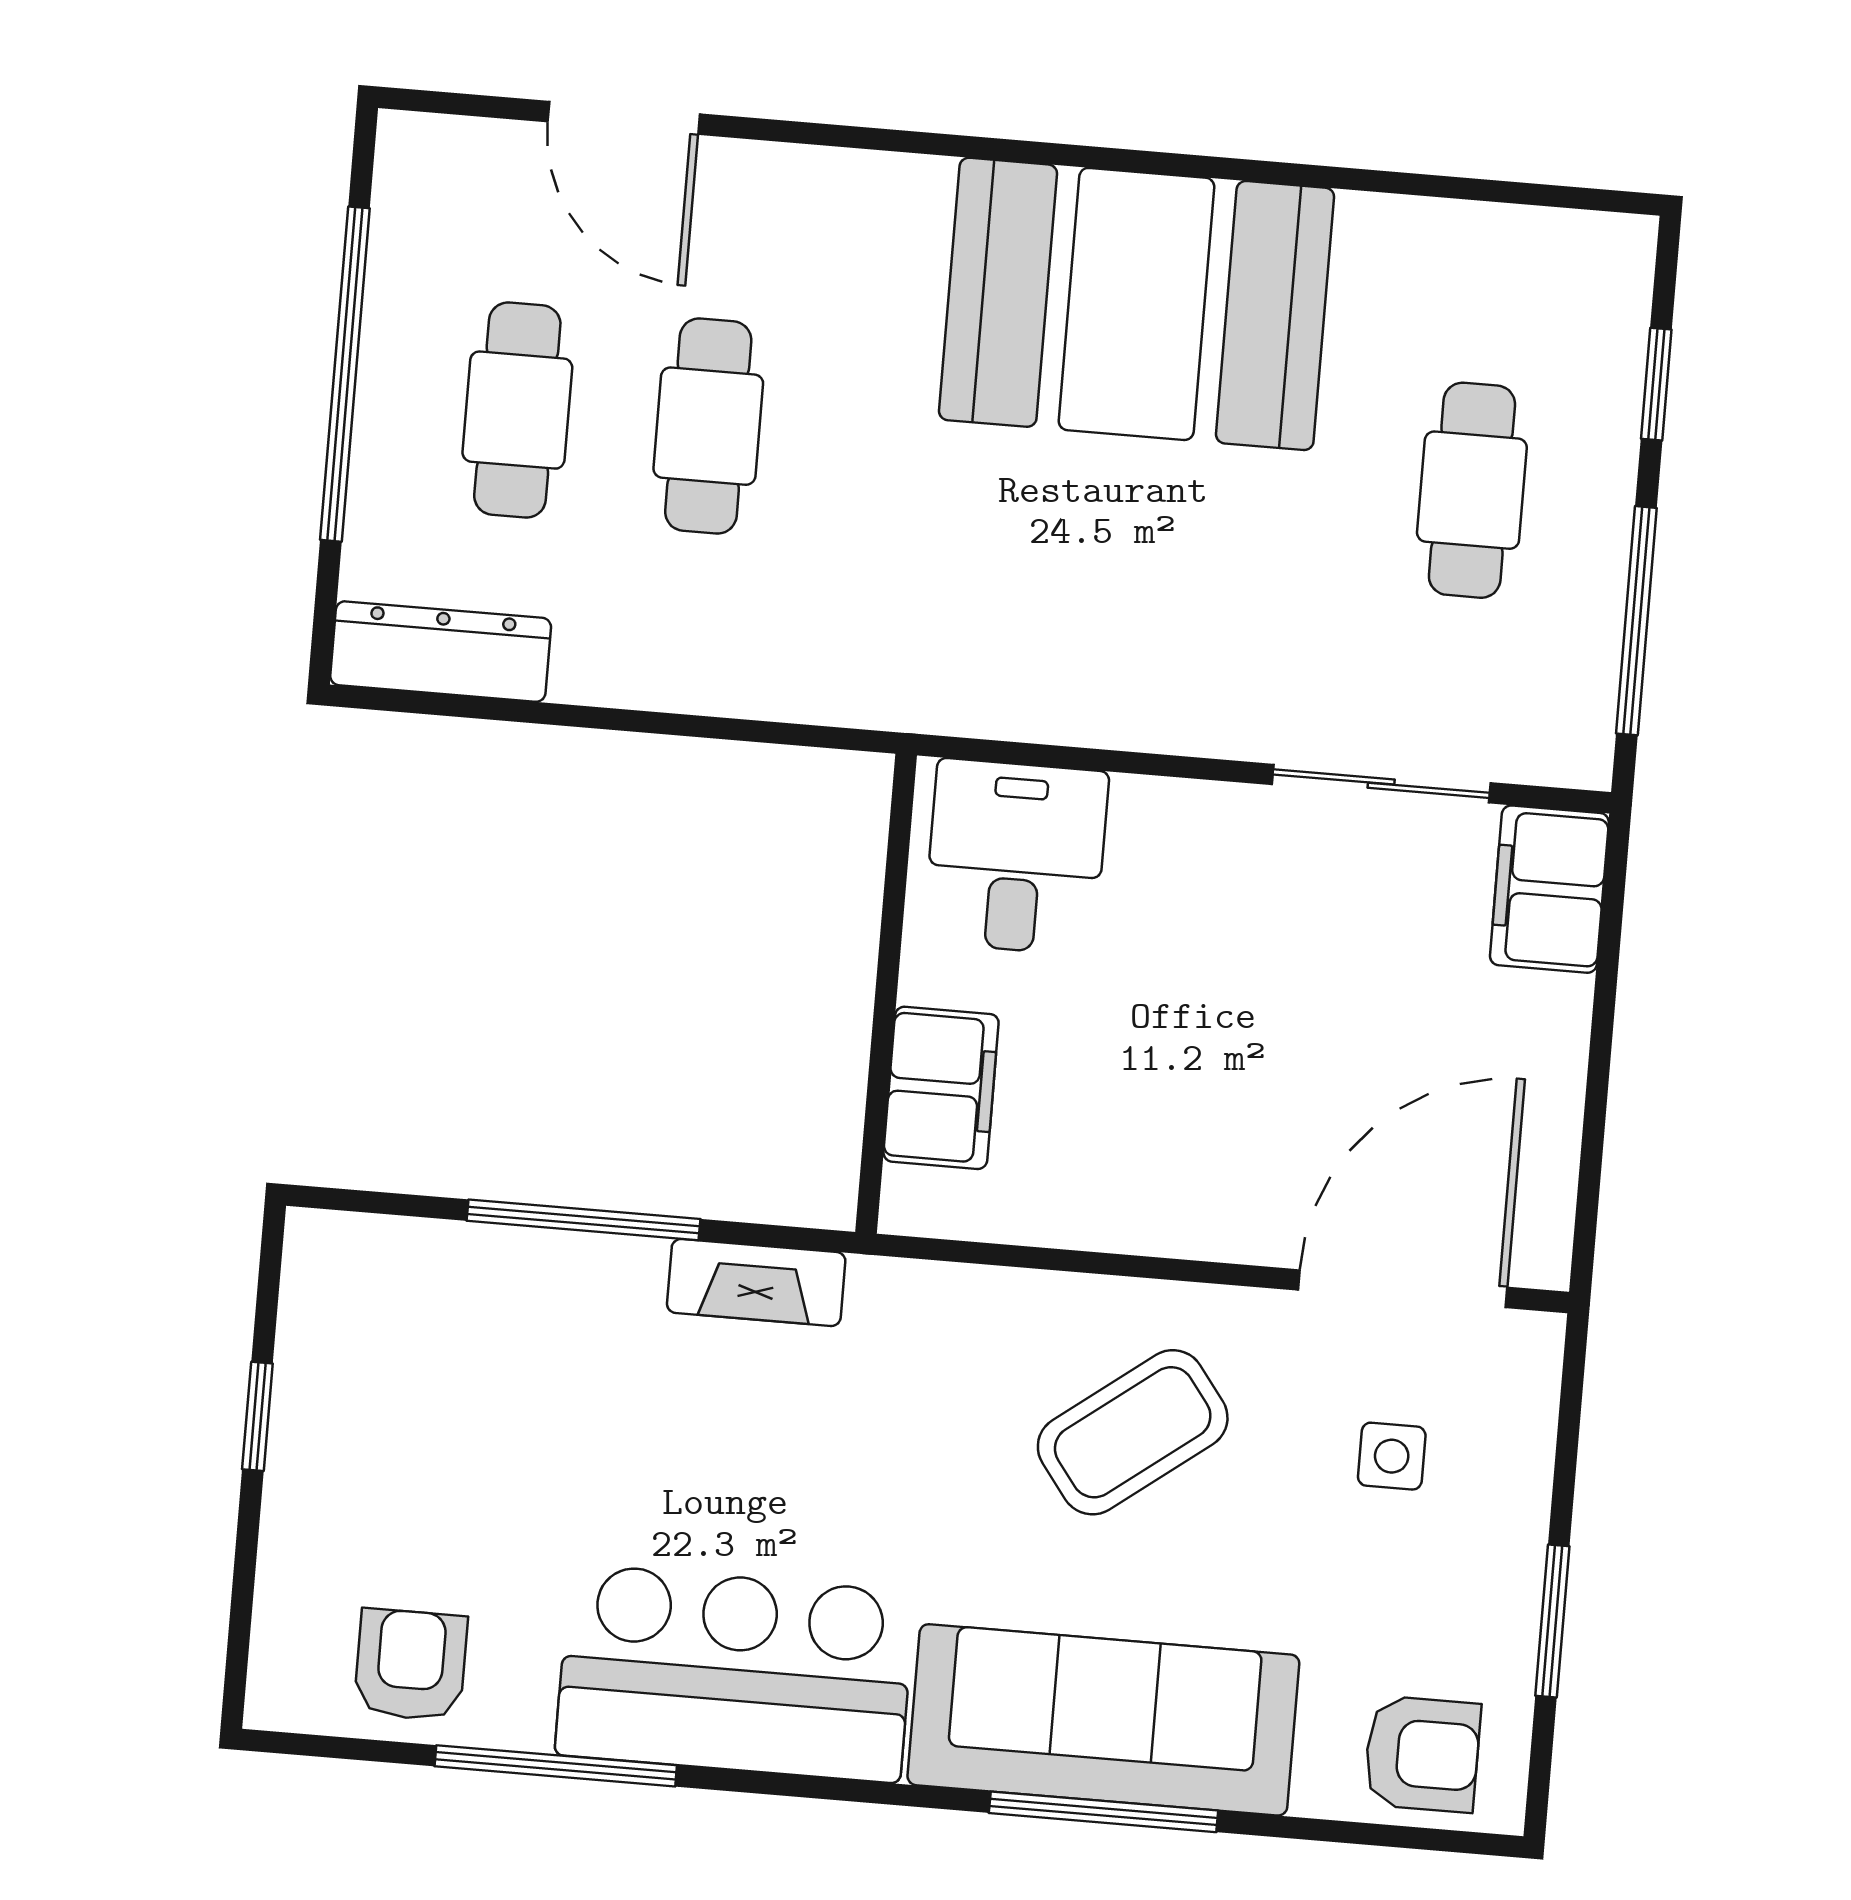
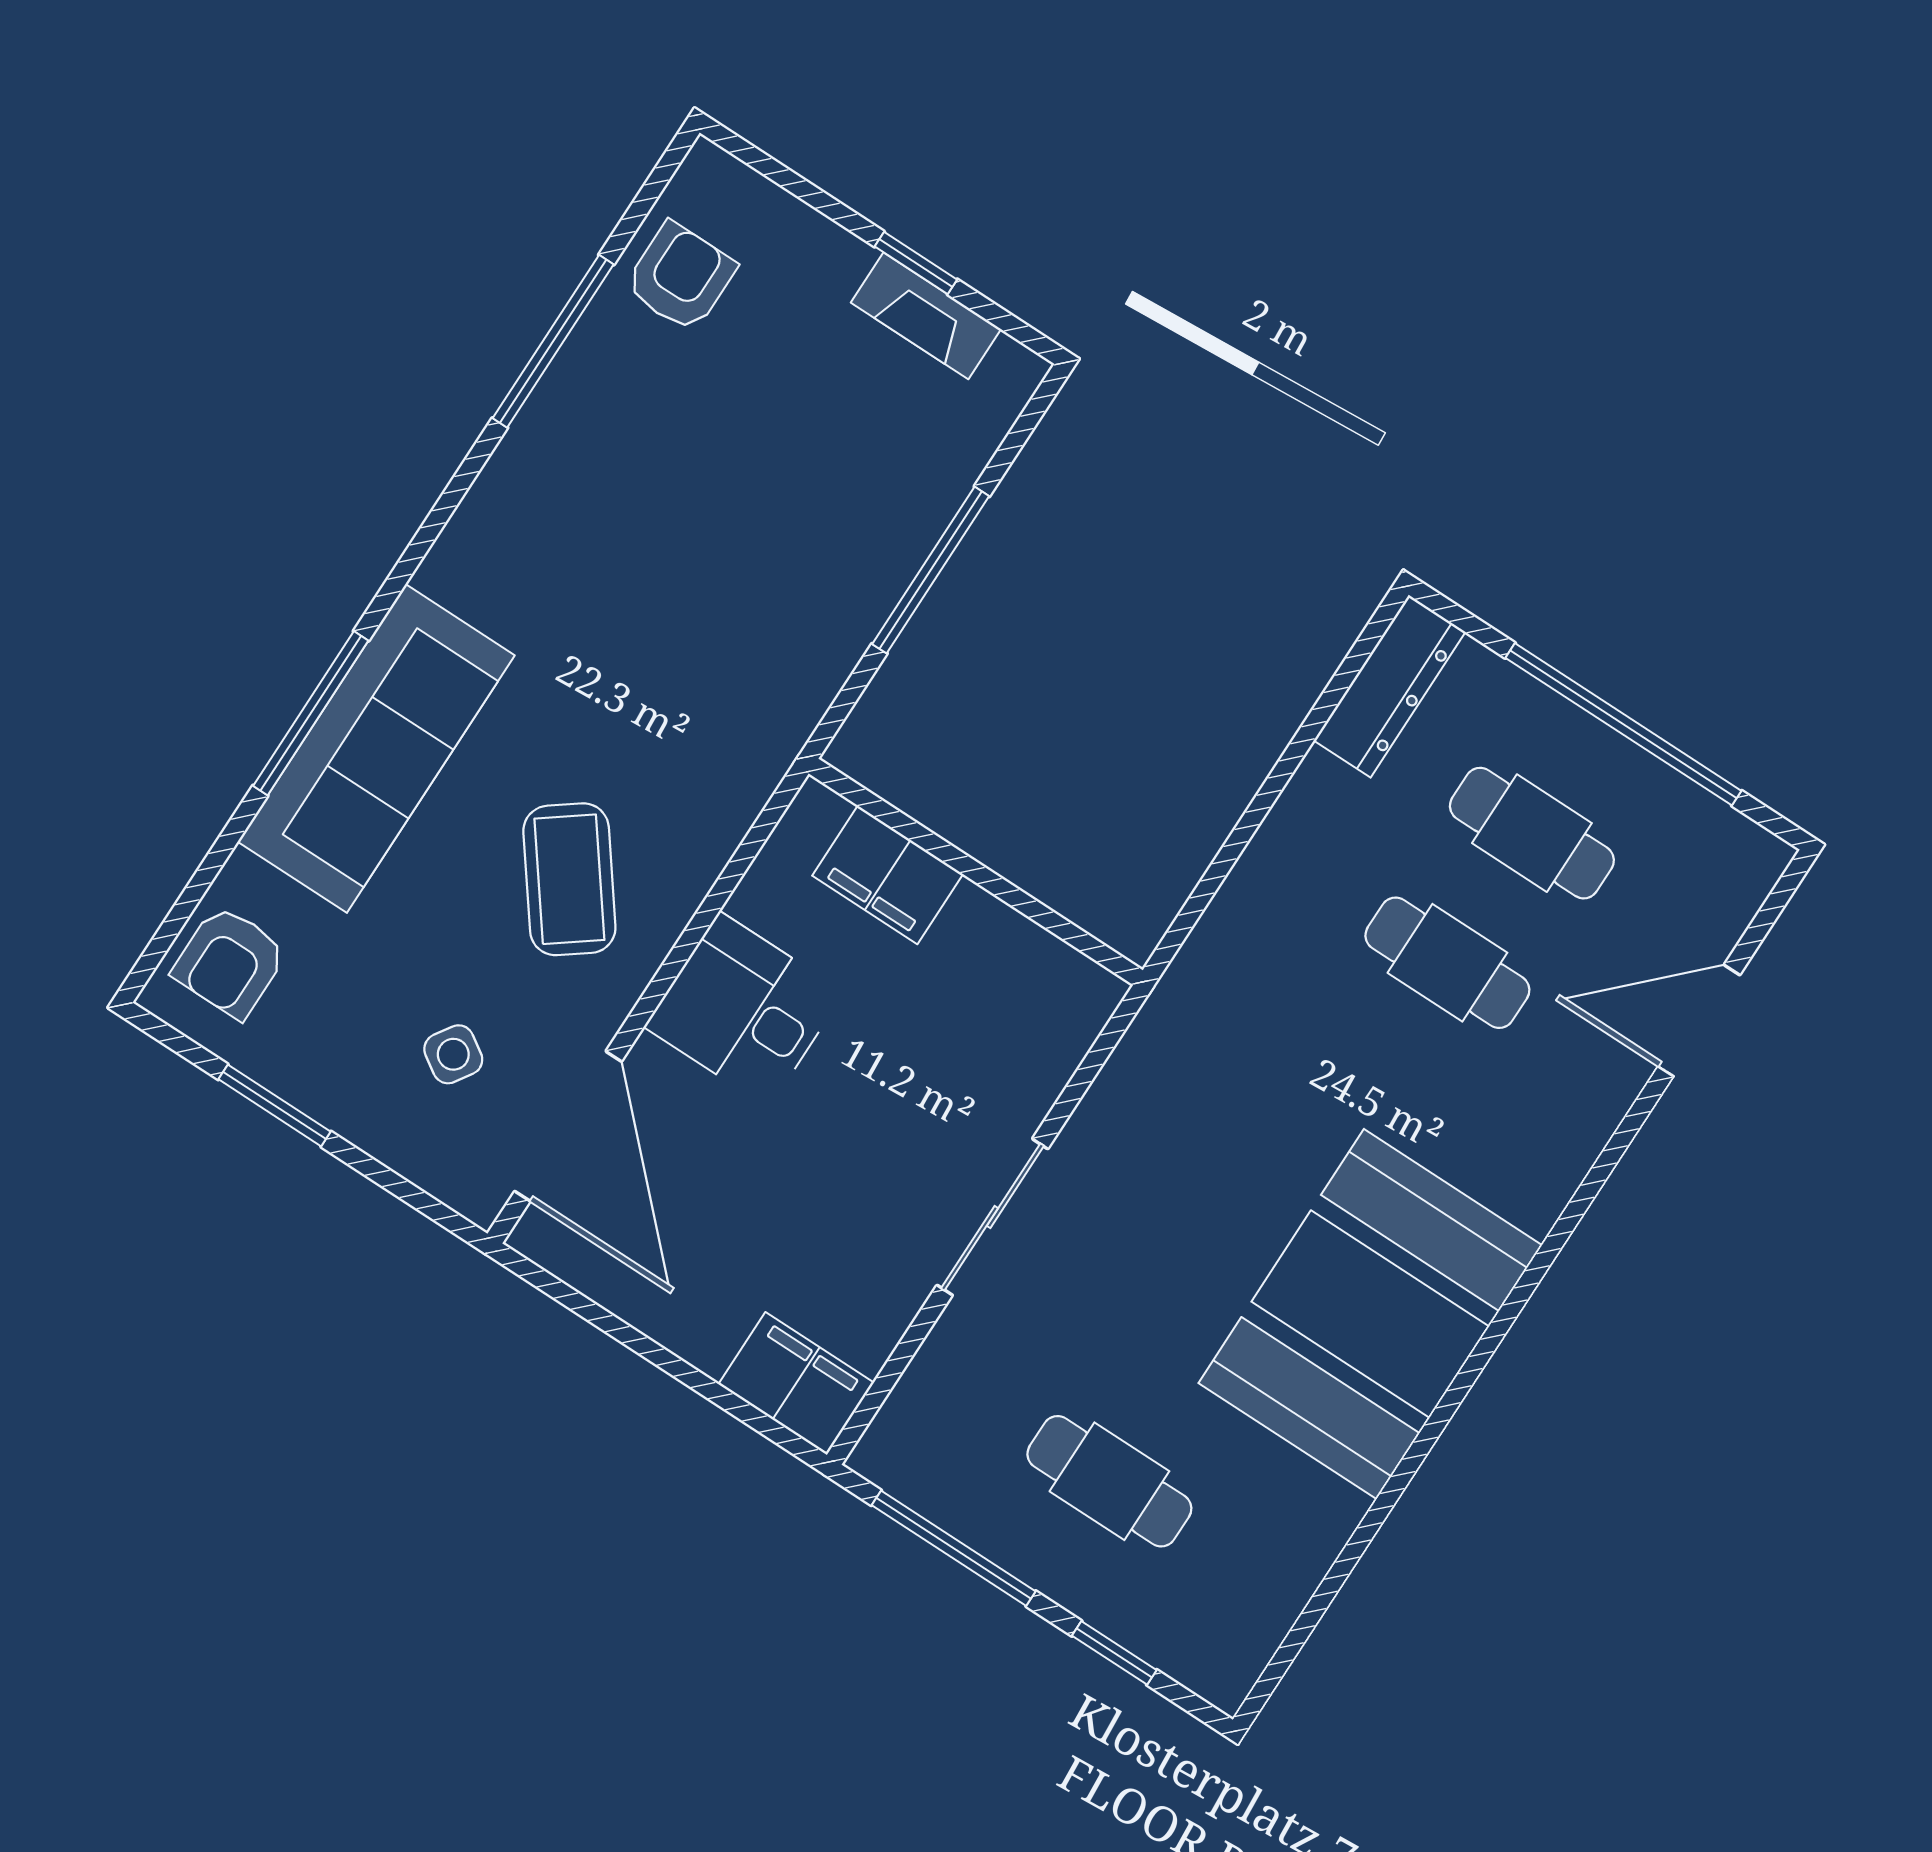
sliding door: (1381, 784) -> (992, 1217), moved
desk: (1016, 857) -> (744, 1010), moved, turned 180
fireplace: (756, 1283) -> (926, 316), moved, turned -90
side table: (1392, 1456) -> (453, 1054), turned 33
armchair: (411, 1665) -> (680, 277), turned -90
bar counter: (735, 1673) -> (550, 504), removed

